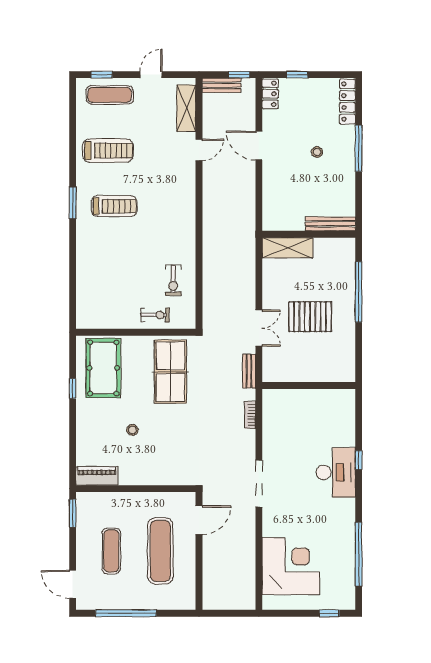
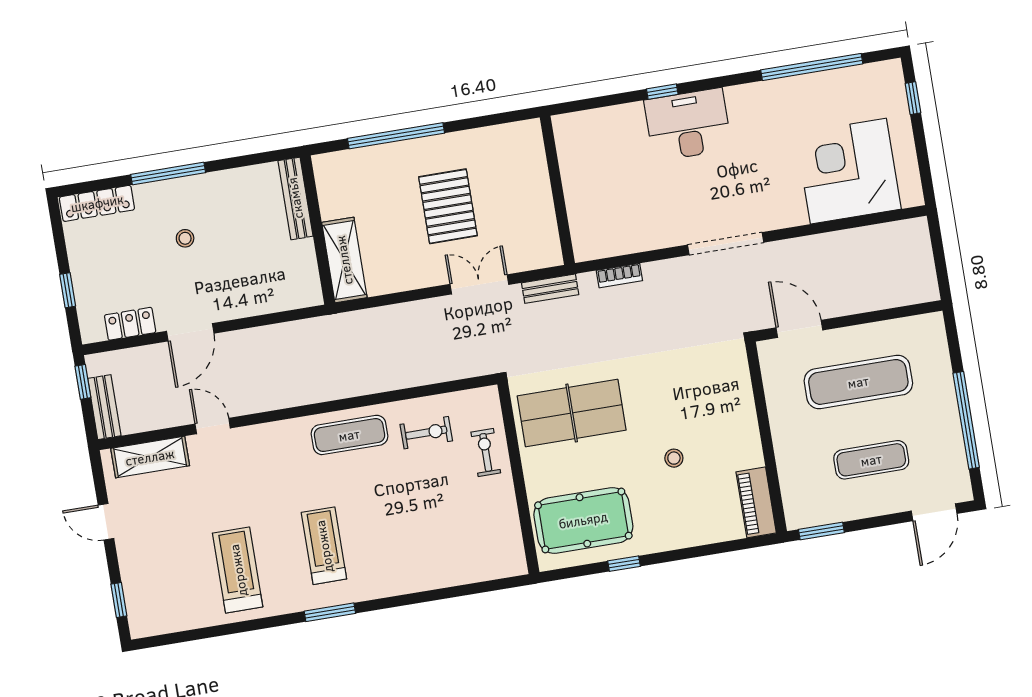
locker: (270, 94) -> (130, 324), moved
exercise mat: (110, 95) -> (349, 435), moved, turned 90

